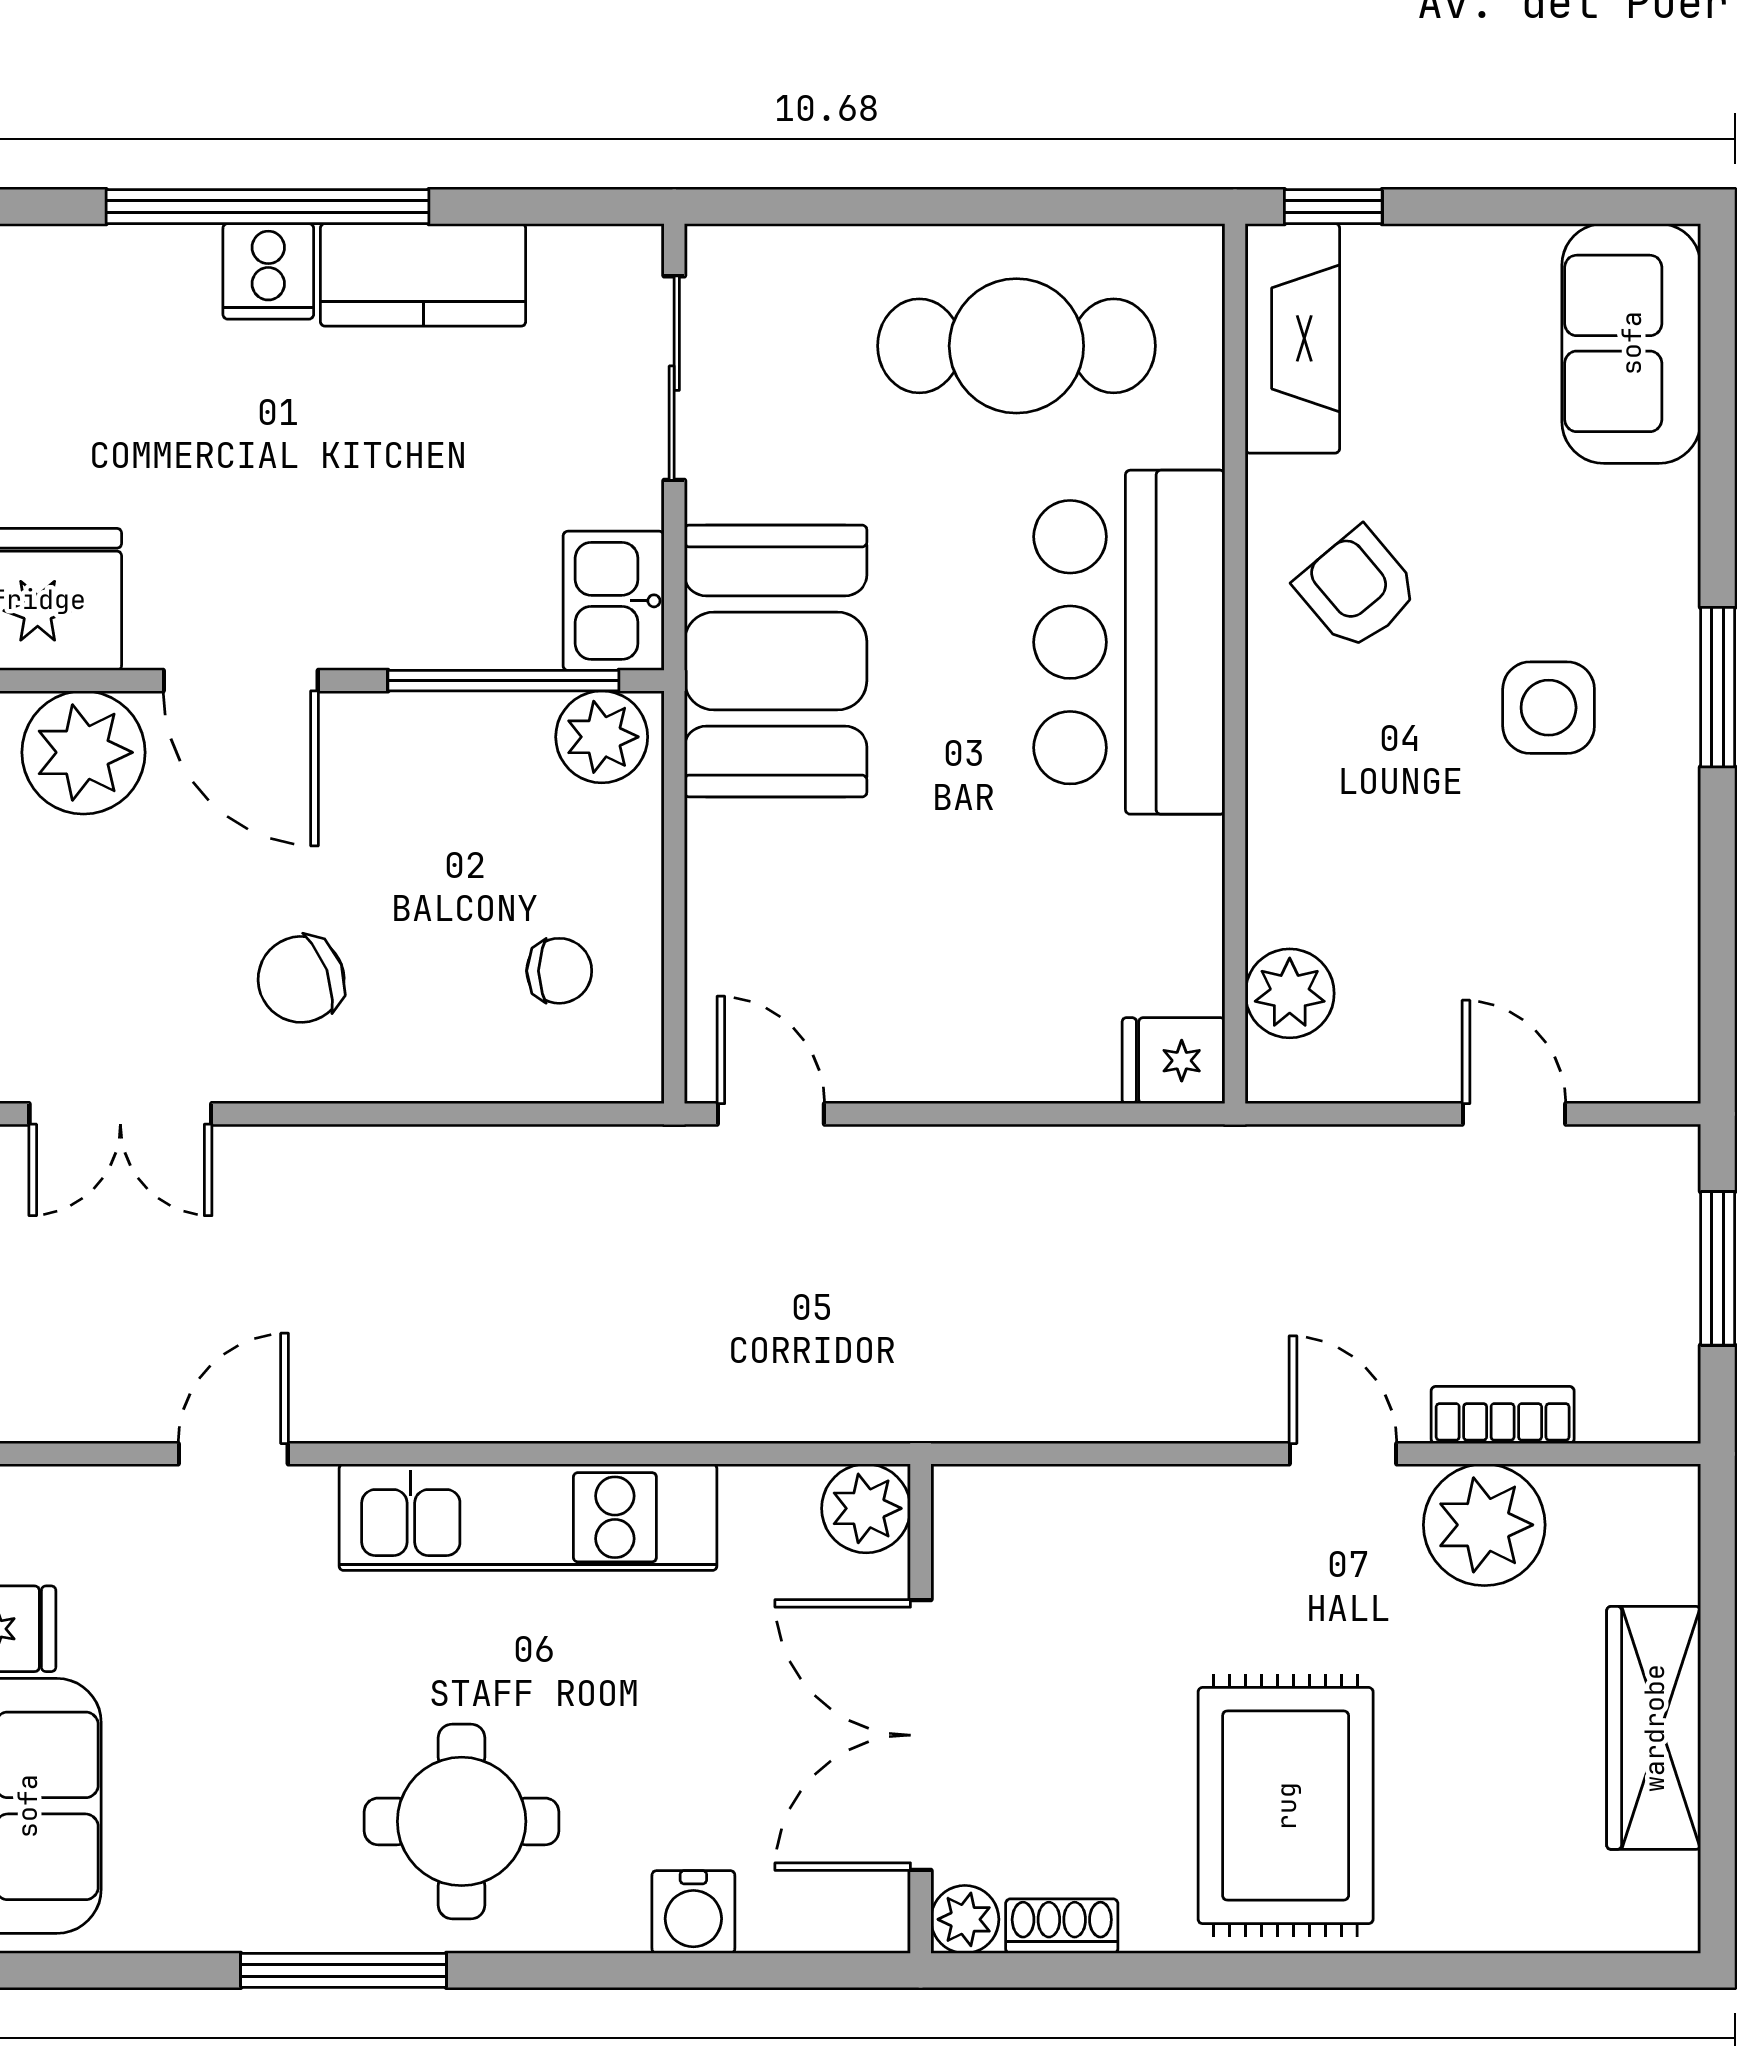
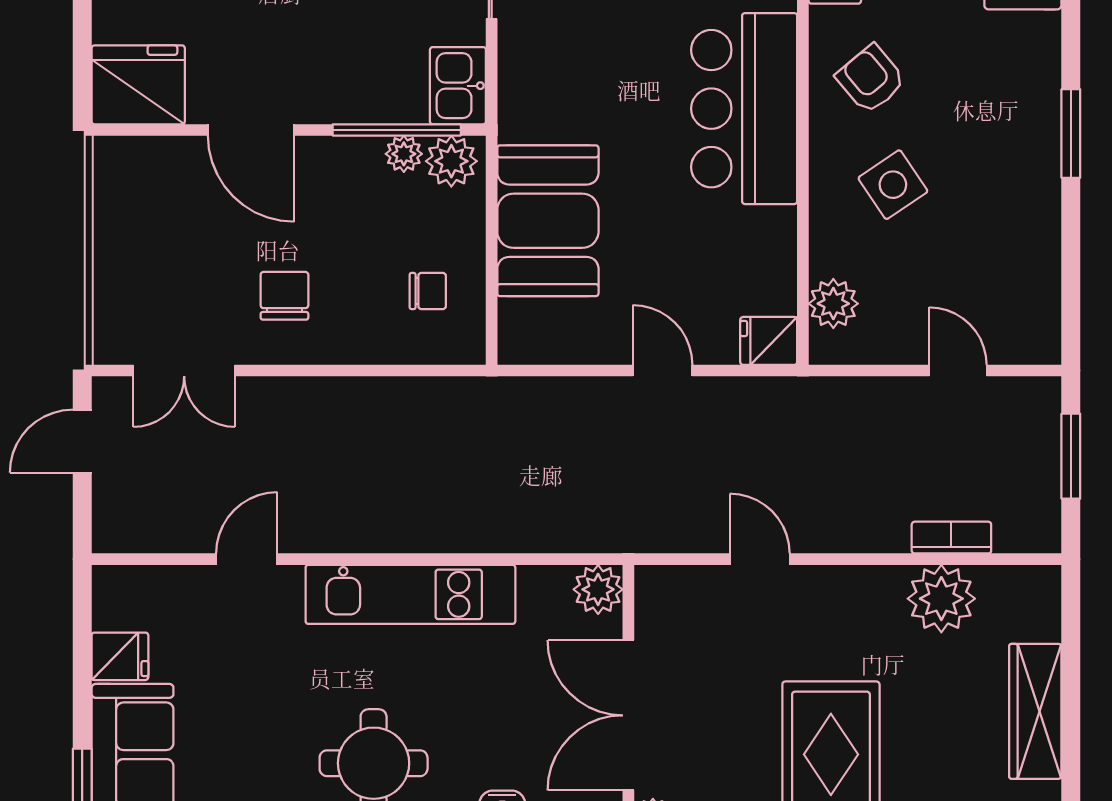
booth: (776, 661) -> (548, 221), moved
side table: (1549, 708) -> (893, 185), moved, turned -34
plant: (83, 752) -> (404, 154), moved, width x0.53, depth x0.53
chair: (301, 979) -> (284, 296), turned 110
door: (771, 1114) -> (663, 370), moved
door: (1343, 1454) -> (760, 559), moved

